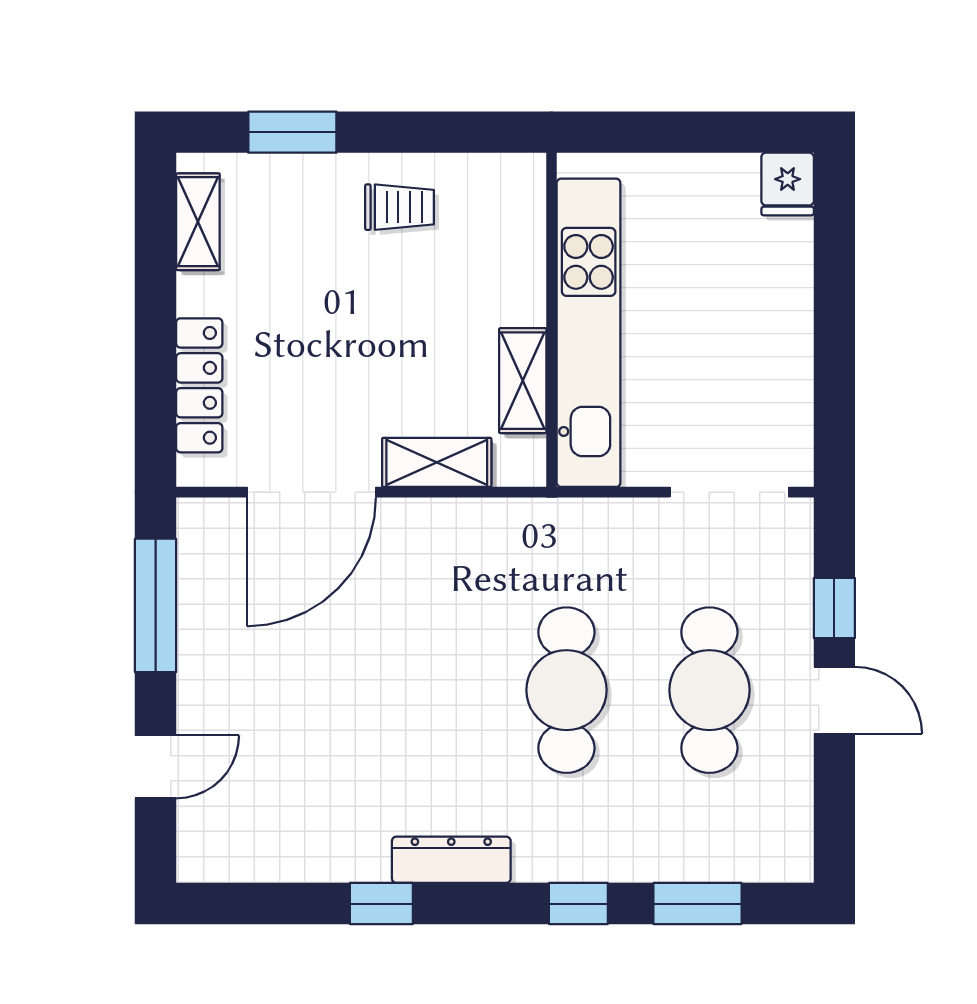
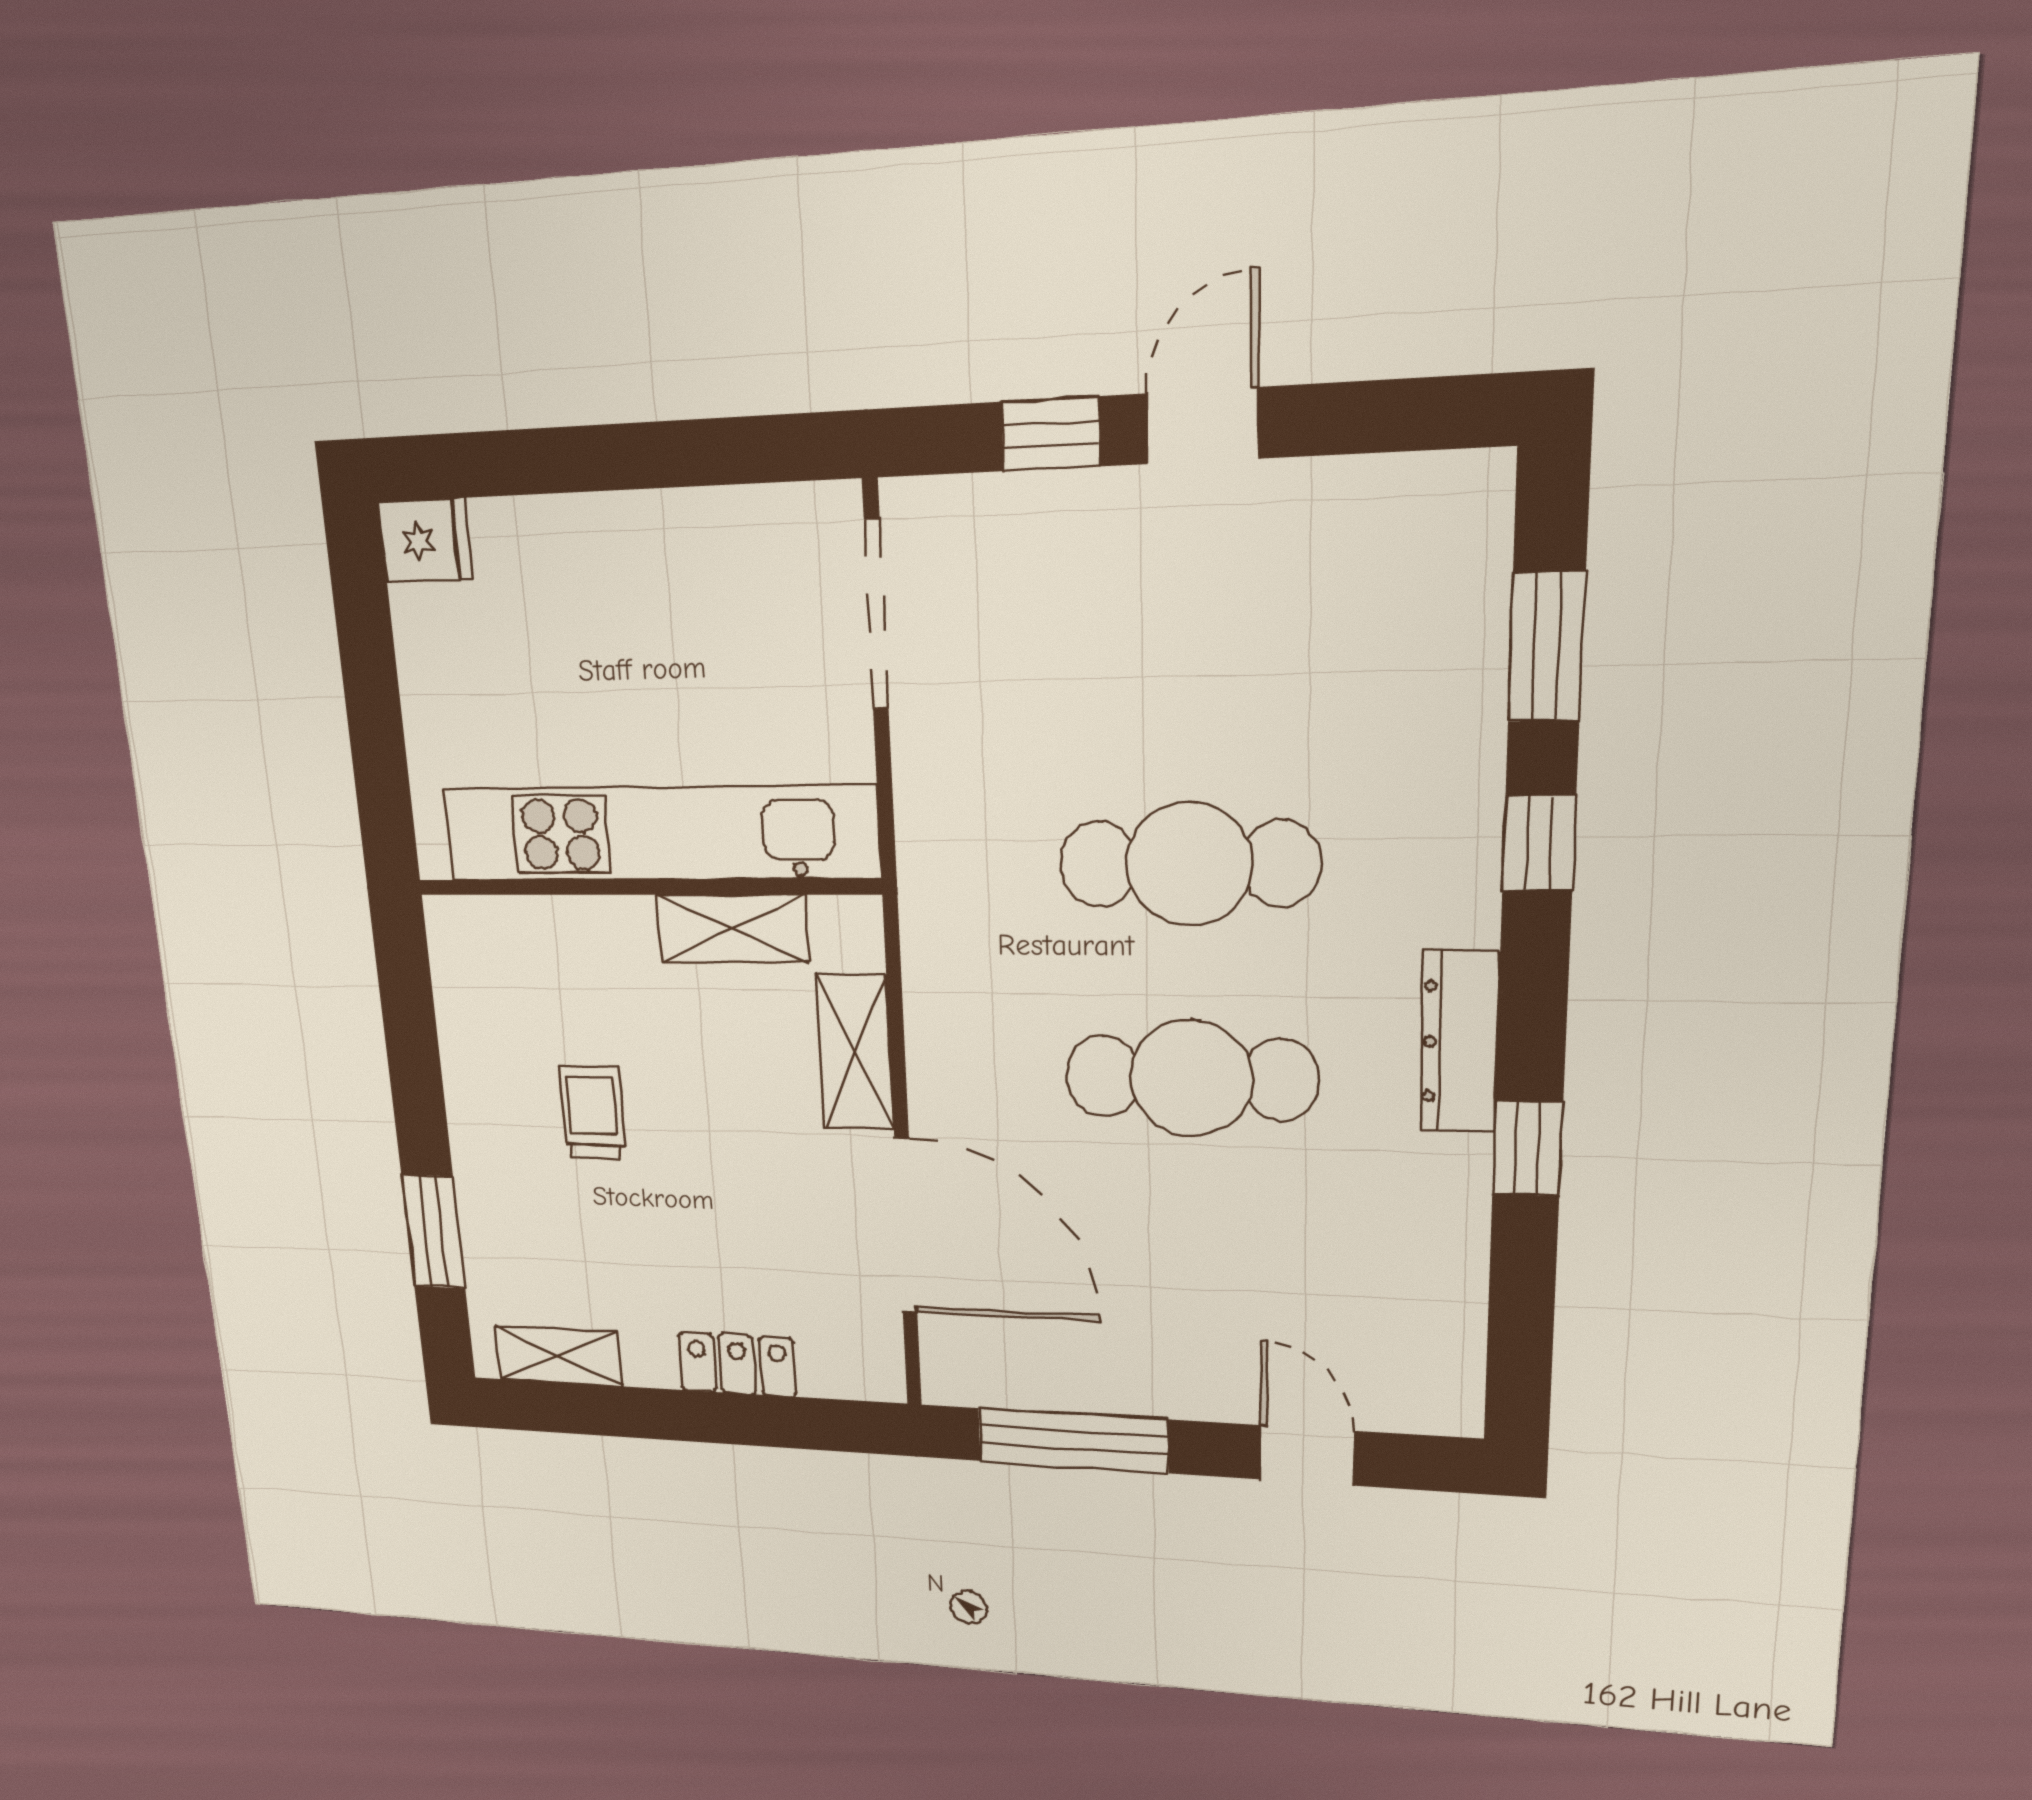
trolley: (400, 207) -> (593, 1112), moved
locker: (199, 385) -> (737, 1364), width x0.66
cafe table: (709, 690) -> (1191, 1078), moved

